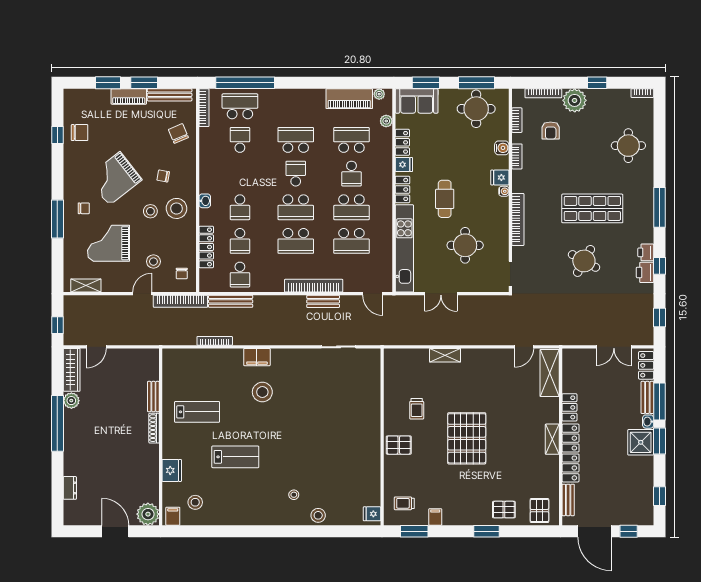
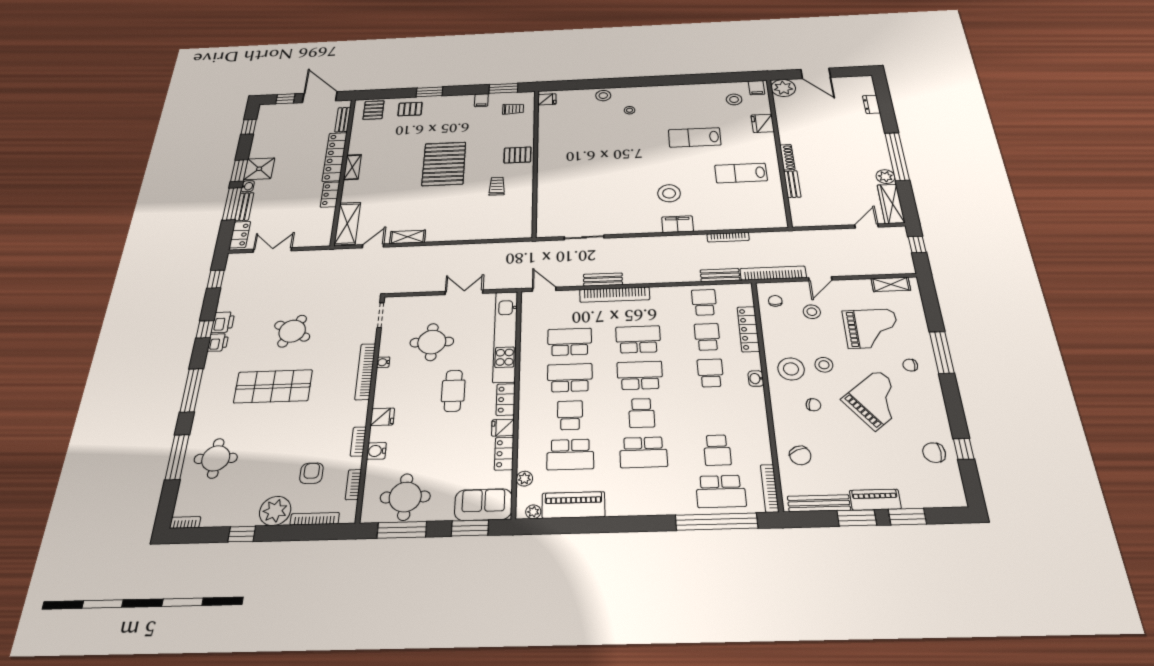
window: (659, 148) -> (177, 457), added
water cooler: (504, 191) -> (383, 362), moved
bench: (231, 301) -> (720, 275), width x0.73
shelving: (445, 355) -> (408, 237), moved

